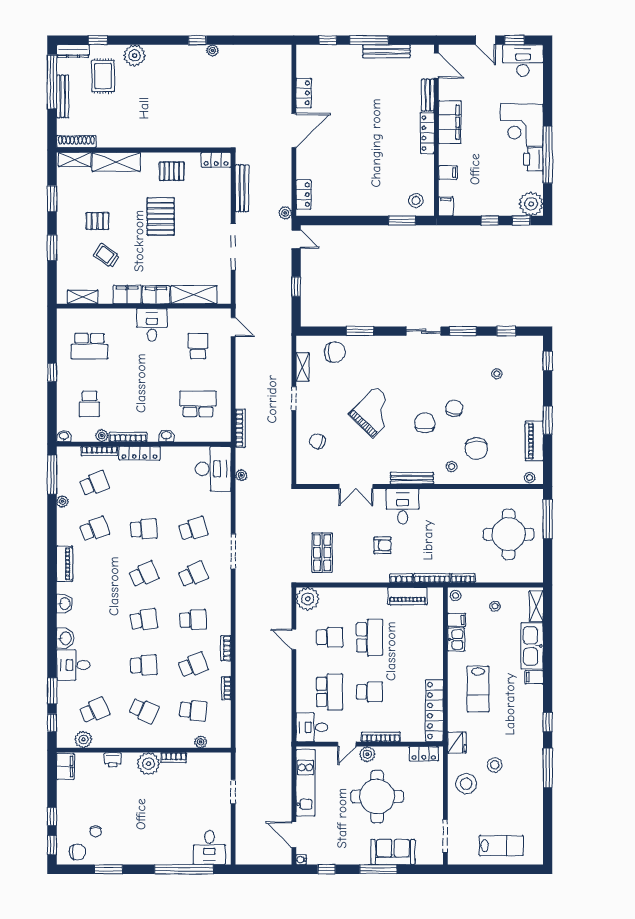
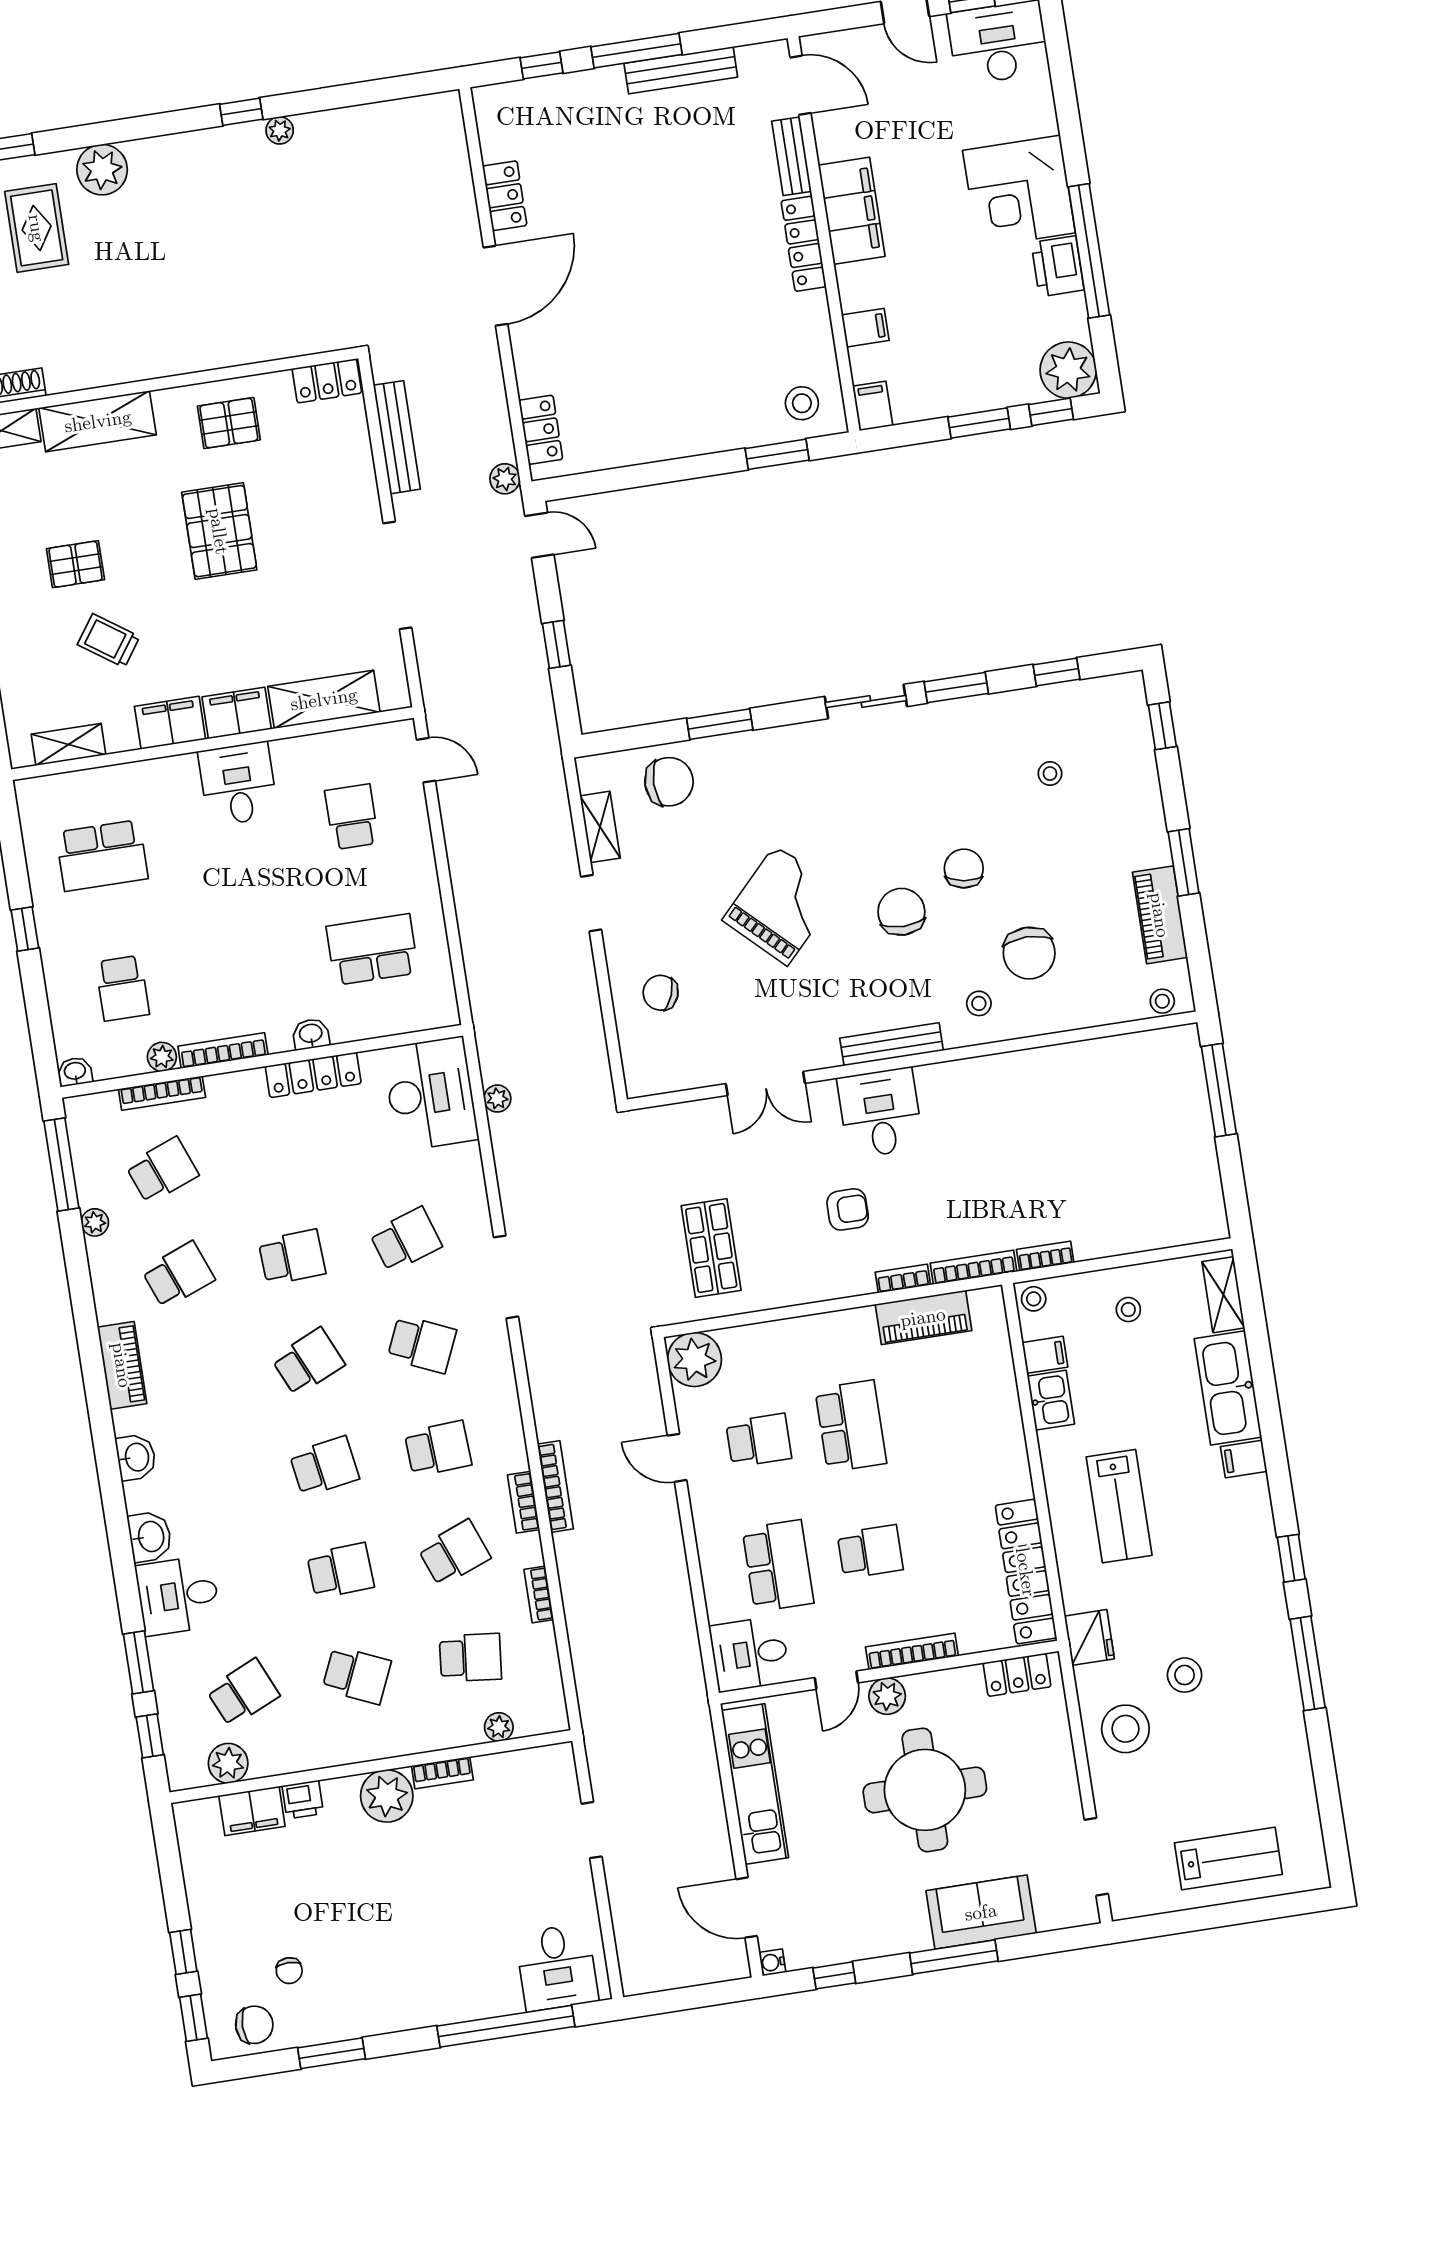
window: (490, 220) -> (979, 423), width x1.50
bookcase: (240, 428) -> (555, 1487), moved
locker: (139, 453) -> (313, 1075), moved
round table: (509, 534) -> (1134, 1139), removed
school desk: (193, 574) -> (422, 1344), turned 48
filing cabinet: (65, 766) -> (252, 1811), moved, turned 90

